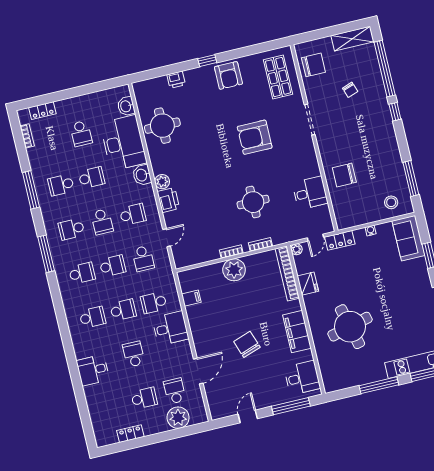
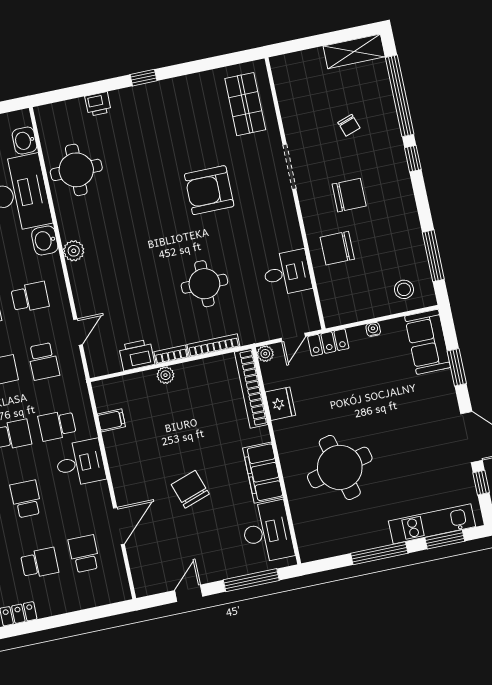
chair: (313, 65) -> (349, 195), moved
armchair: (228, 75) -> (174, 100), removed
printer: (168, 200) -> (137, 355), moved, turned -90
bookcase: (260, 245) -> (213, 345), width x1.56
plant: (234, 270) -> (165, 375), width x0.53, depth x0.53
desk: (302, 378) -> (267, 532), width x1.37
plant: (178, 418) -> (88, 592), removed

